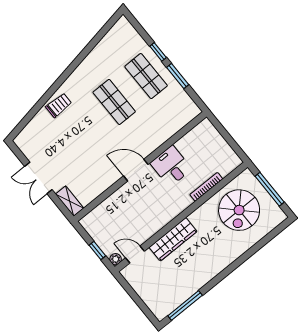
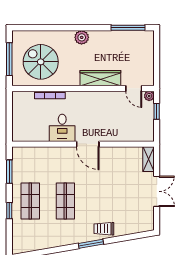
window: (178, 76) -> (9, 172), moved
window: (59, 82) -> (91, 244), added
spiral stairs: (239, 210) -> (41, 62), turned -90
plant: (220, 262) -> (82, 37), added

